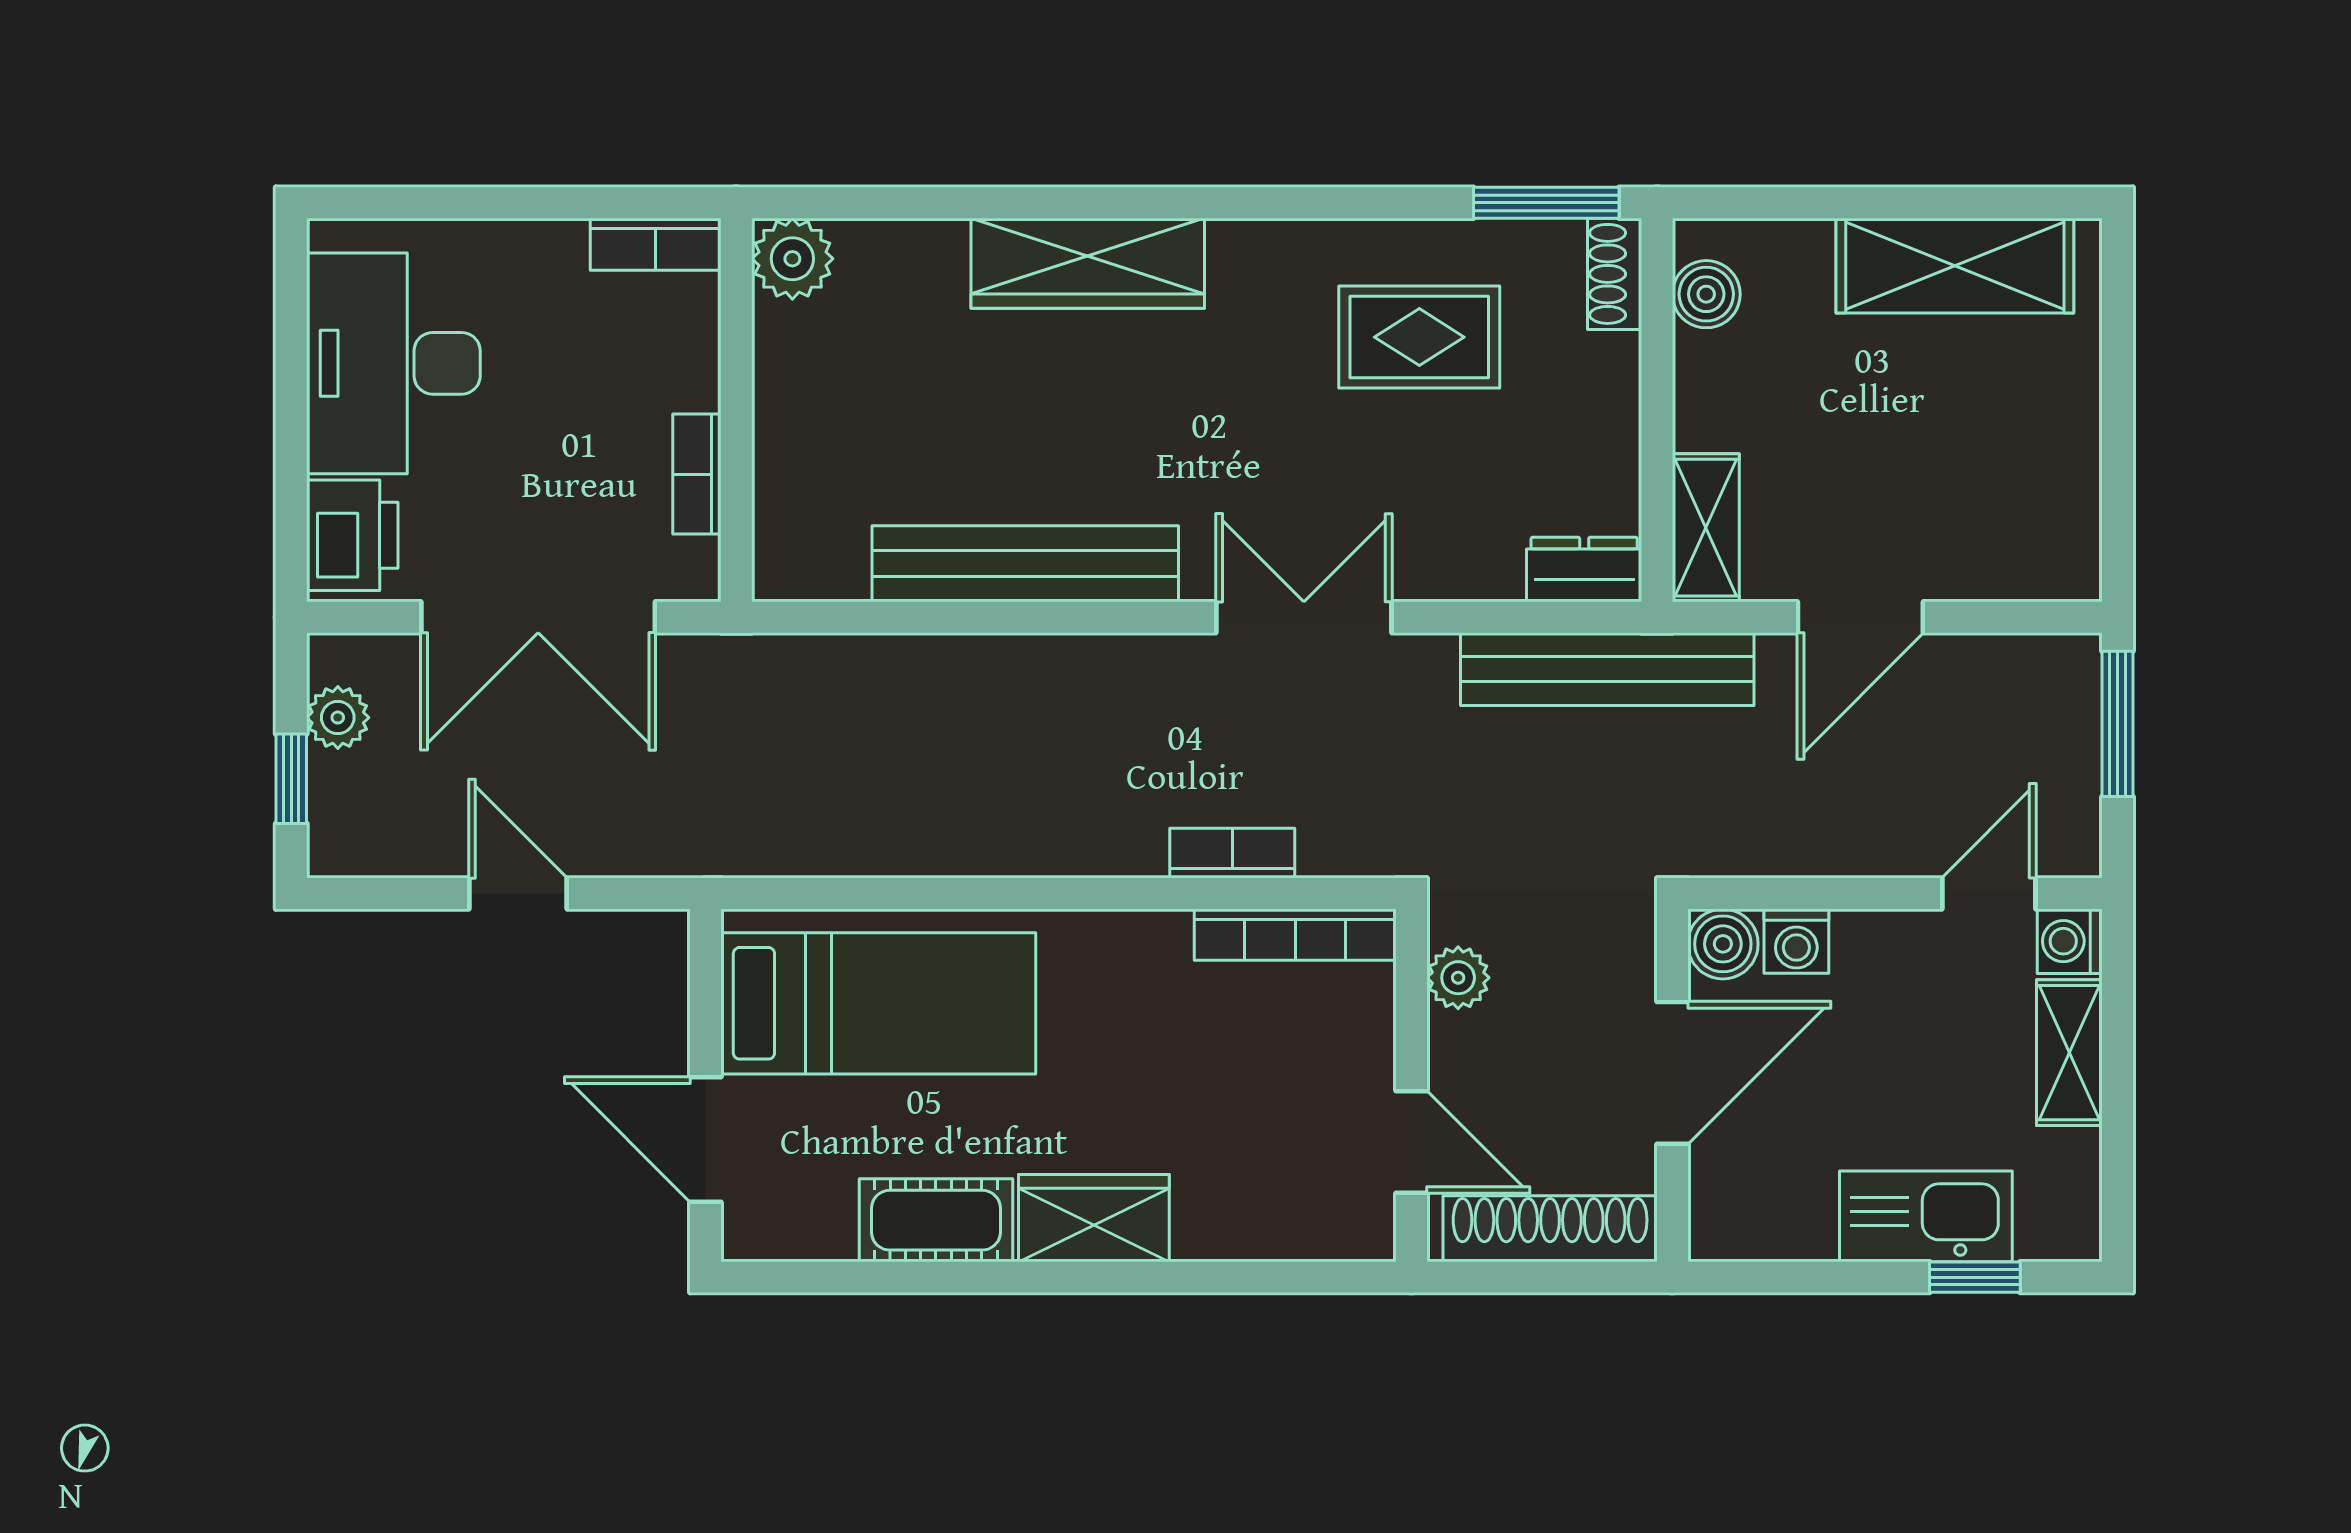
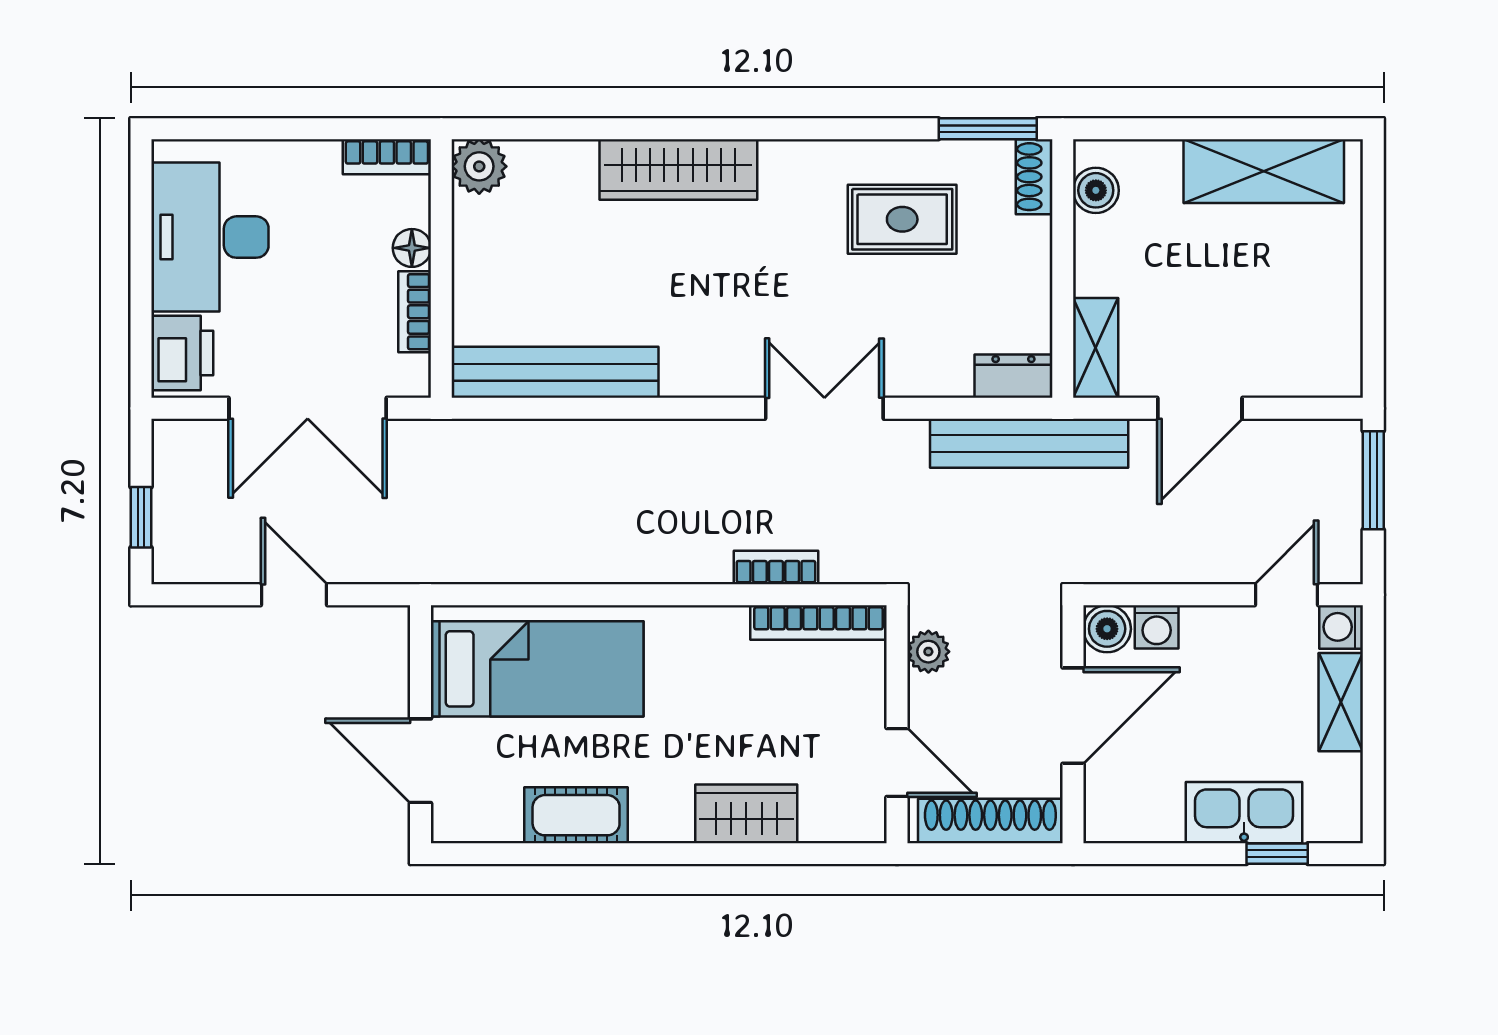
floor lamp: (693, 380) -> (412, 248), added
bench: (1025, 564) -> (555, 372), moved
plant: (338, 718) -> (172, 476), removed
wardrobe: (1094, 1218) -> (746, 814), moved

